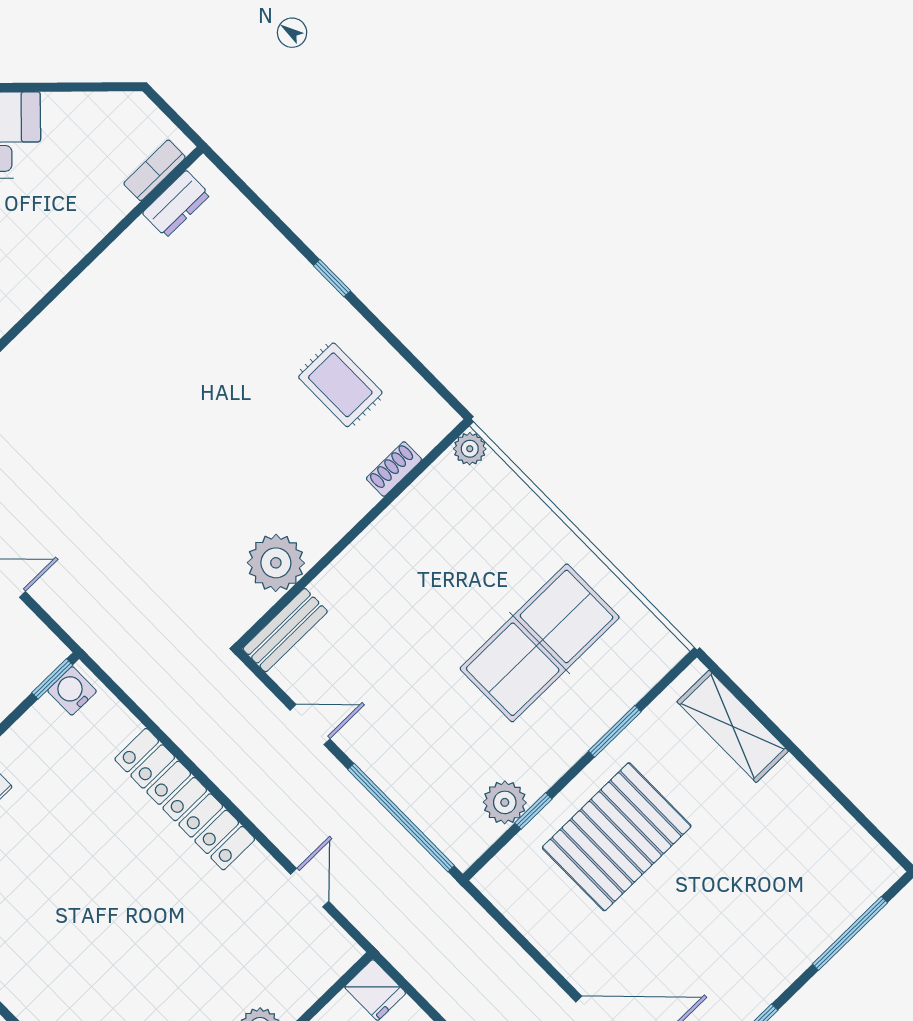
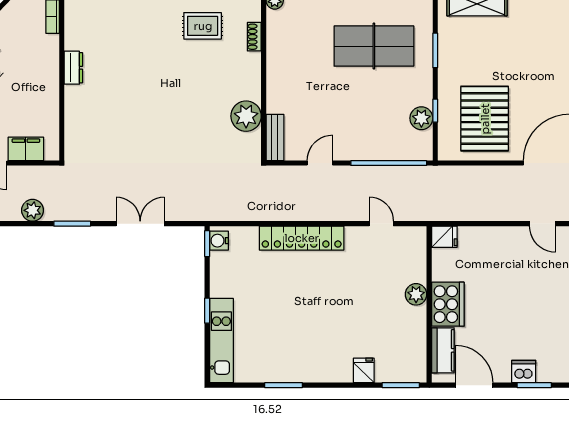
dresser: (176, 204) -> (73, 68), moved
table tennis table: (540, 643) -> (374, 46), turned 90
pallet: (617, 837) -> (485, 119), moved

